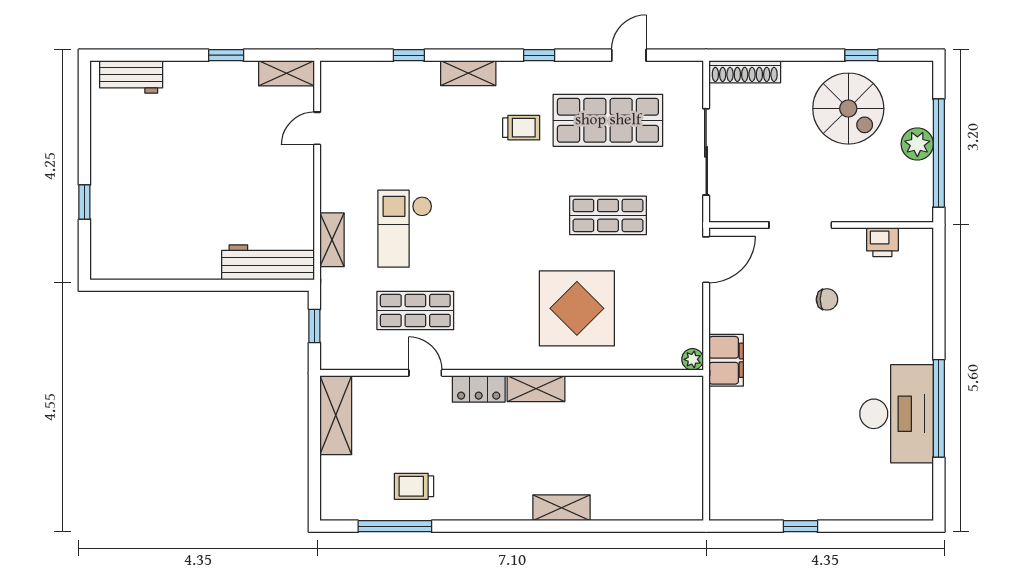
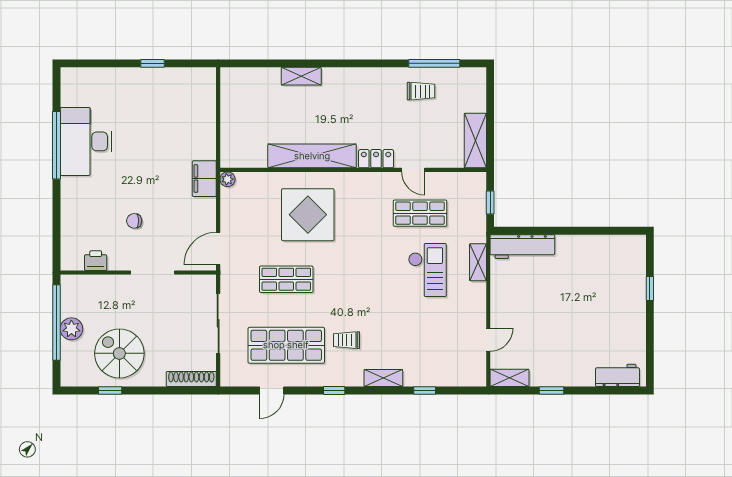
shelving: (536, 389) -> (312, 156), width x2.20, depth x1.33
shelving: (561, 508) -> (301, 76), moved

